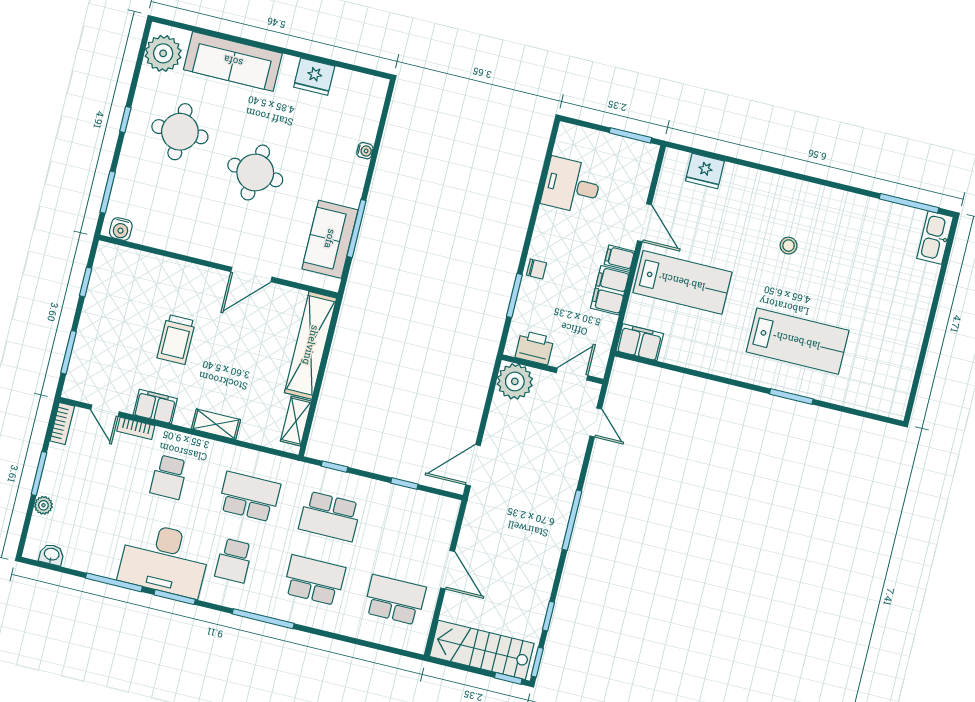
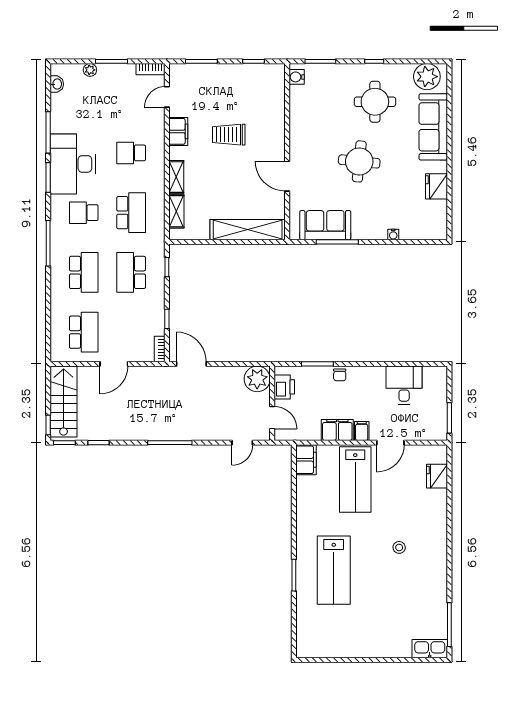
shelving: (296, 421) -> (176, 211), moved, turned 90
bookcase: (136, 428) -> (160, 349), moved

